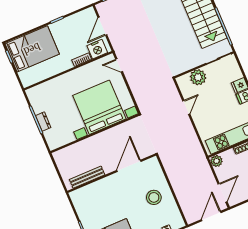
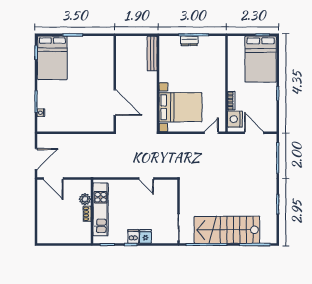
plant: (198, 77) -> (169, 201), removed
bed with nightstands: (99, 107) -> (181, 107), width x0.73
plant: (217, 161) -> (85, 199), moved
bench: (87, 177) -> (152, 54), moved
stool: (154, 197) -> (76, 113), removed
door: (211, 216) -> (36, 159), hinge flipped

